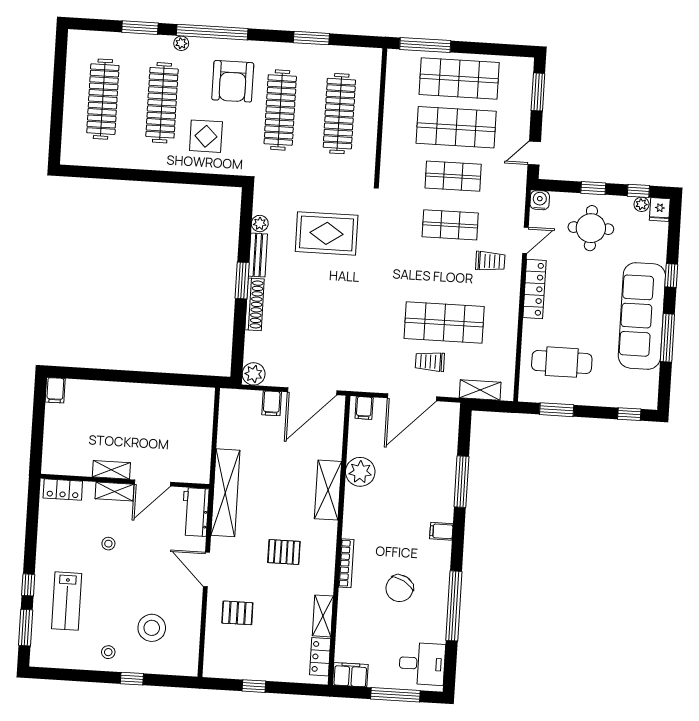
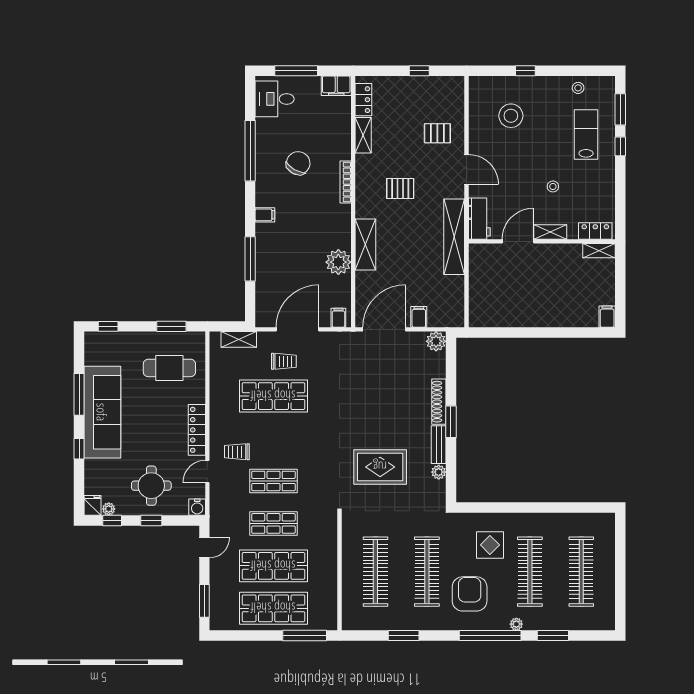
shelving: (111, 470) -> (599, 251), moved
stool: (108, 652) -> (578, 88), moved

